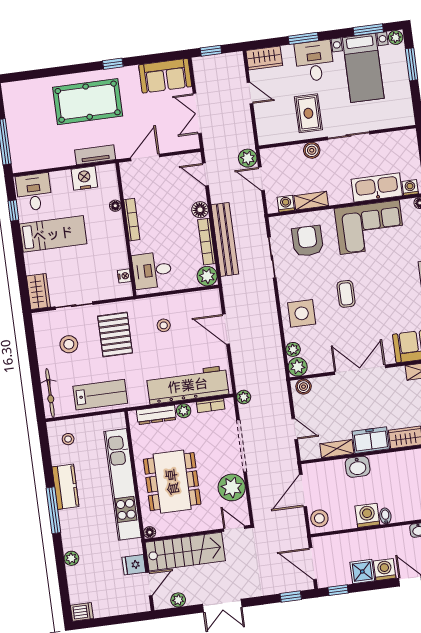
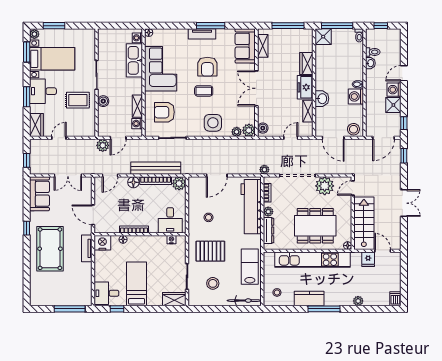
nightstand: (84, 178) -> (102, 243), moved, turned 90
armchair: (382, 295) -> (207, 67), added
plant: (178, 600) -> (396, 232), removed

